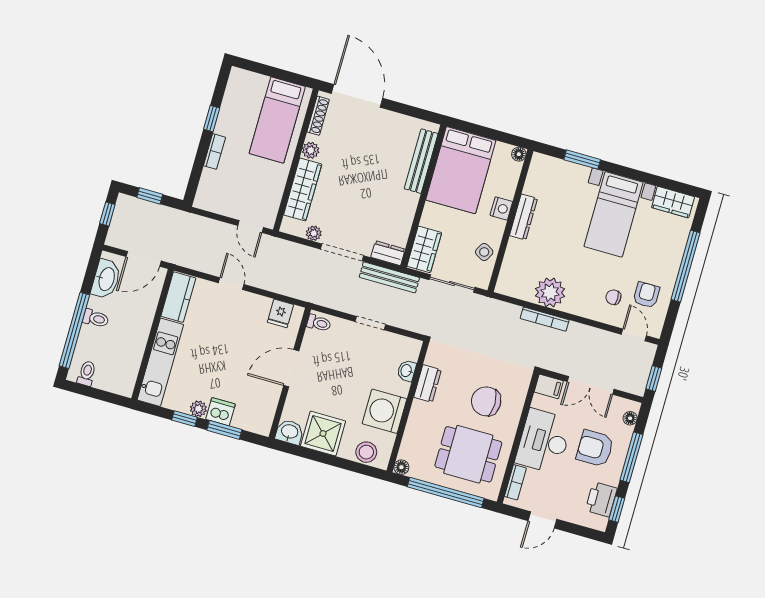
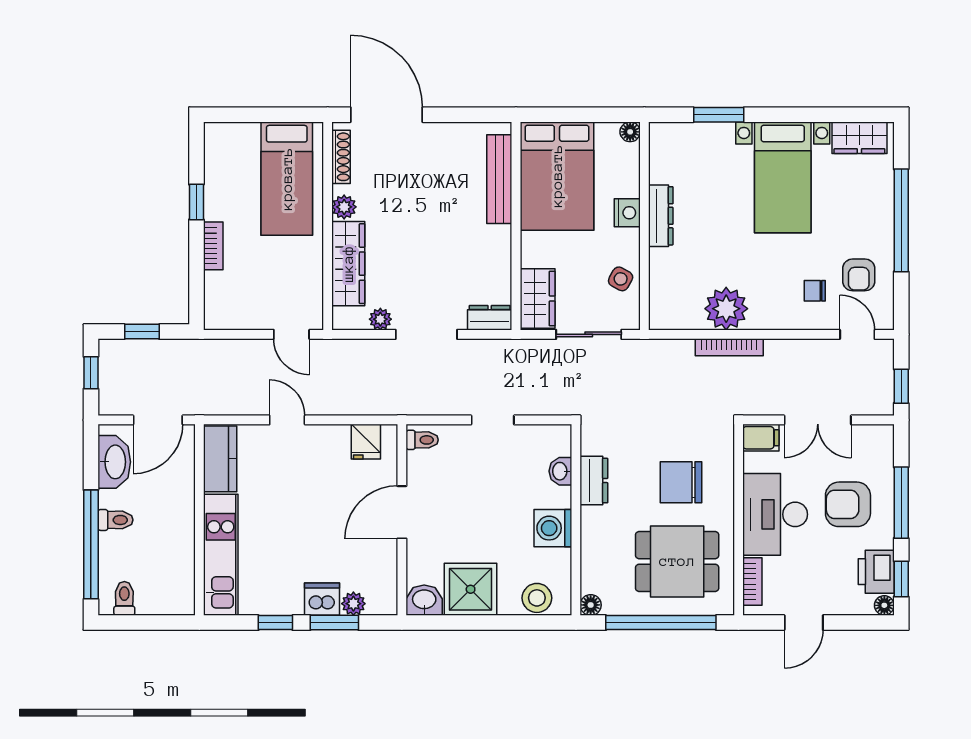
bench: (389, 277) -> (501, 350), removed
armchair: (646, 295) -> (859, 275), turned 180
plant: (198, 409) -> (353, 604), moved
washing machine: (384, 411) -> (553, 528), width x0.73, depth x0.73
floor lamp: (630, 418) -> (884, 605), moved

